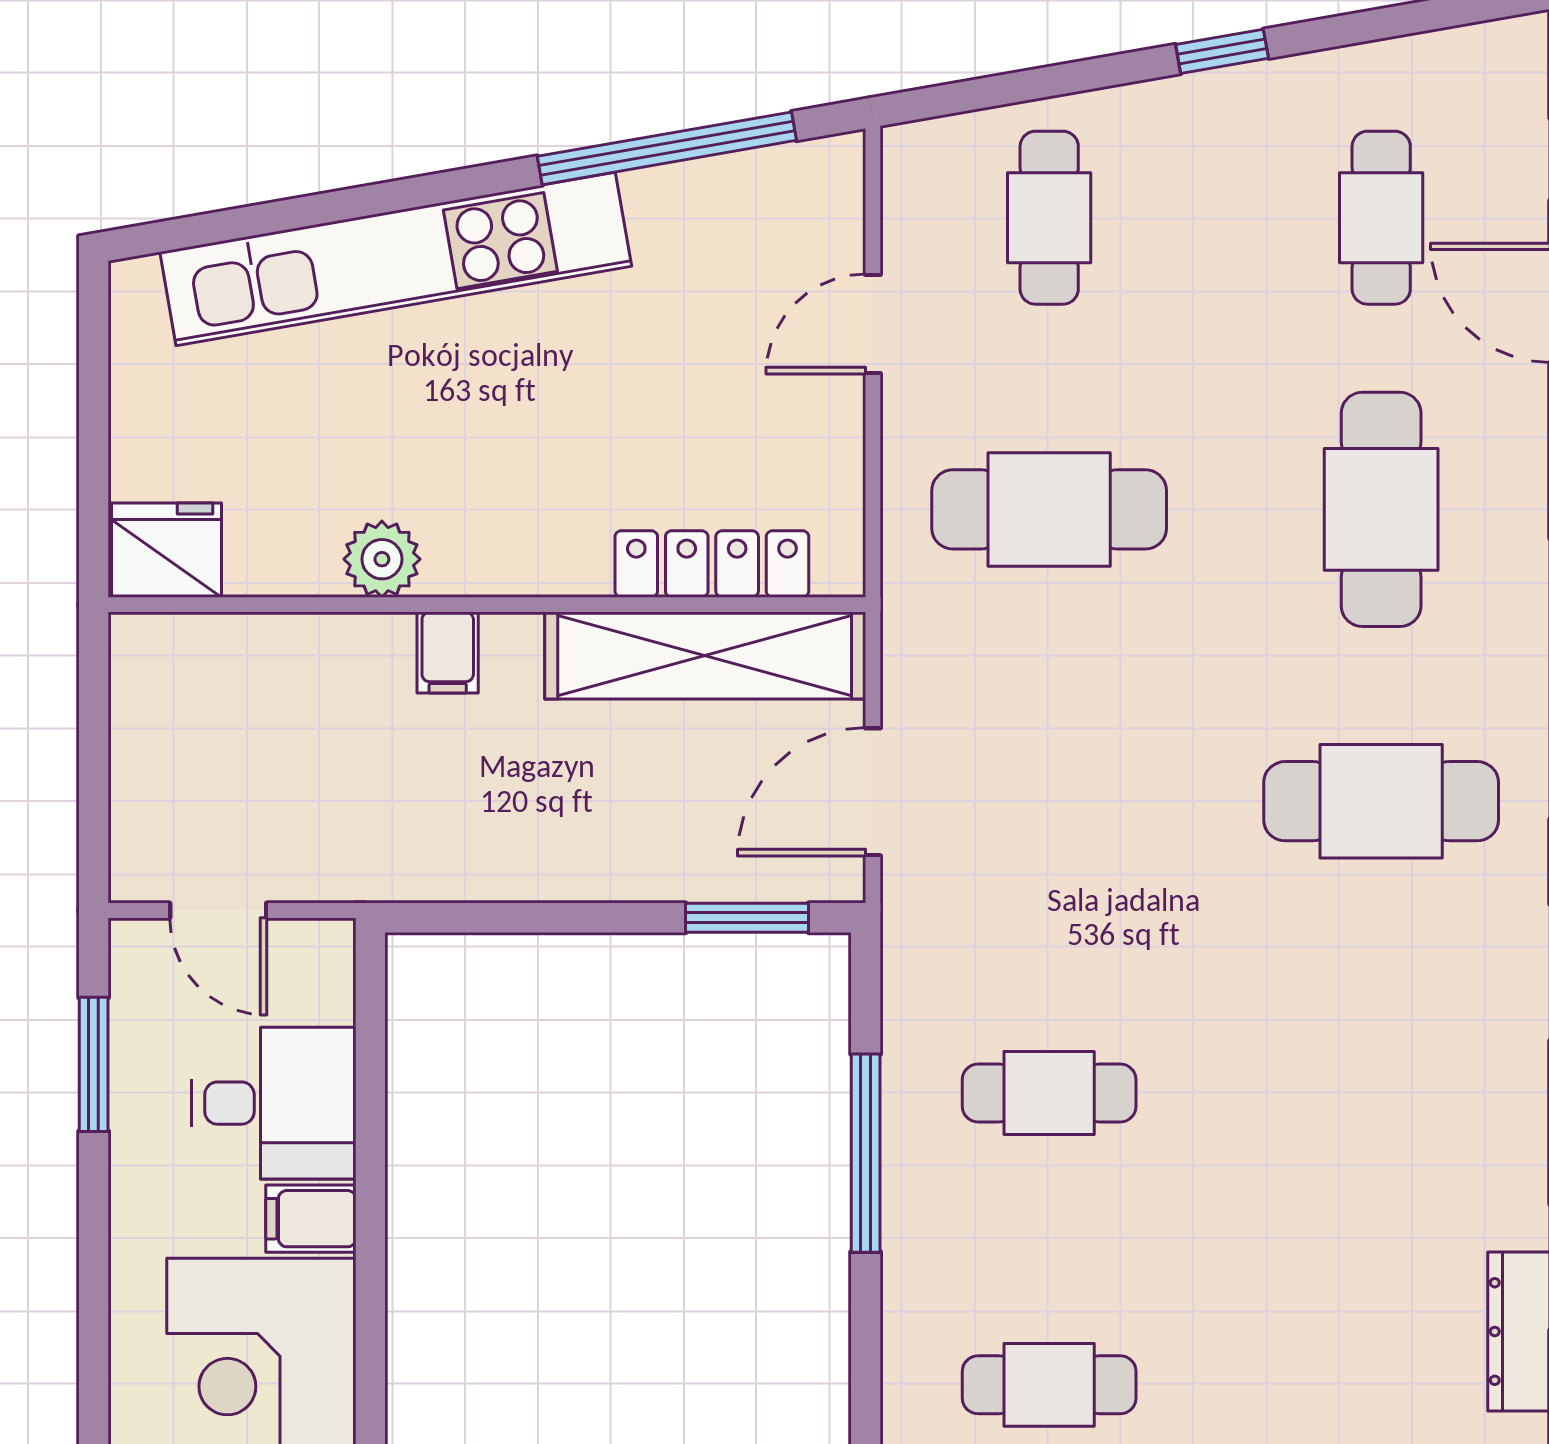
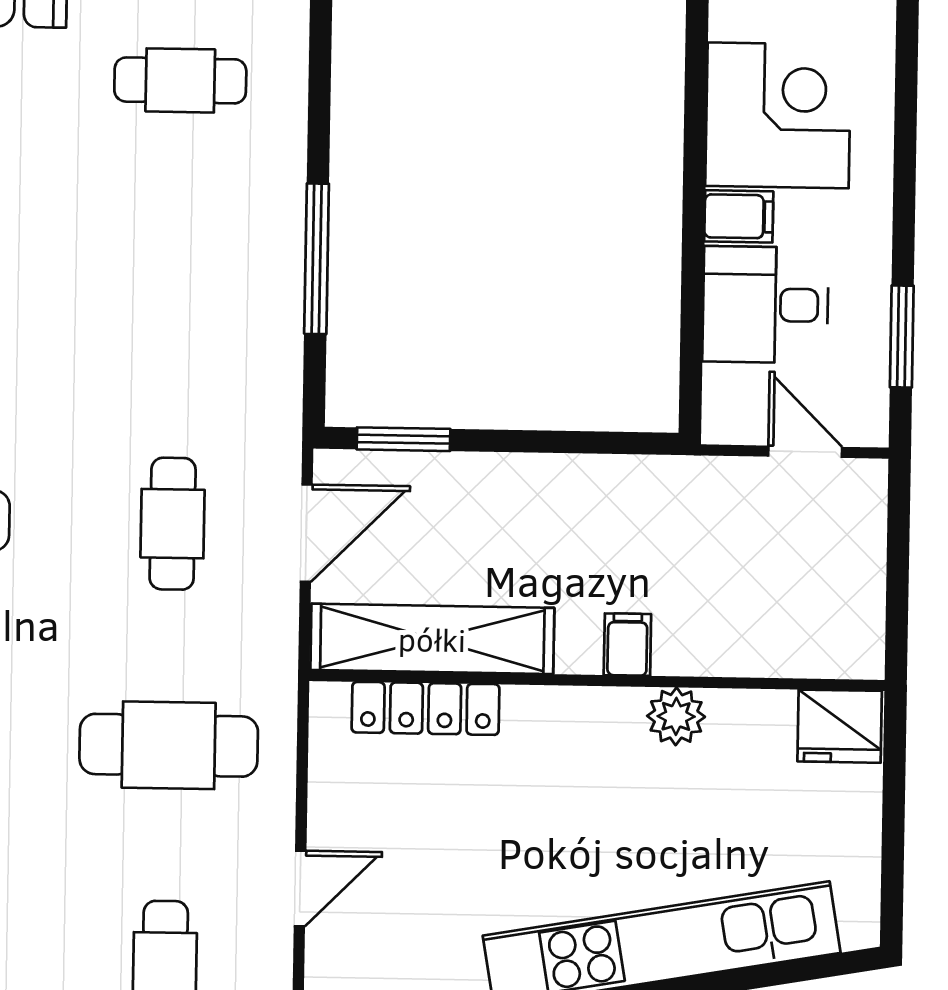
cafe table: (1049, 1093) -> (173, 524), moved, turned 90

